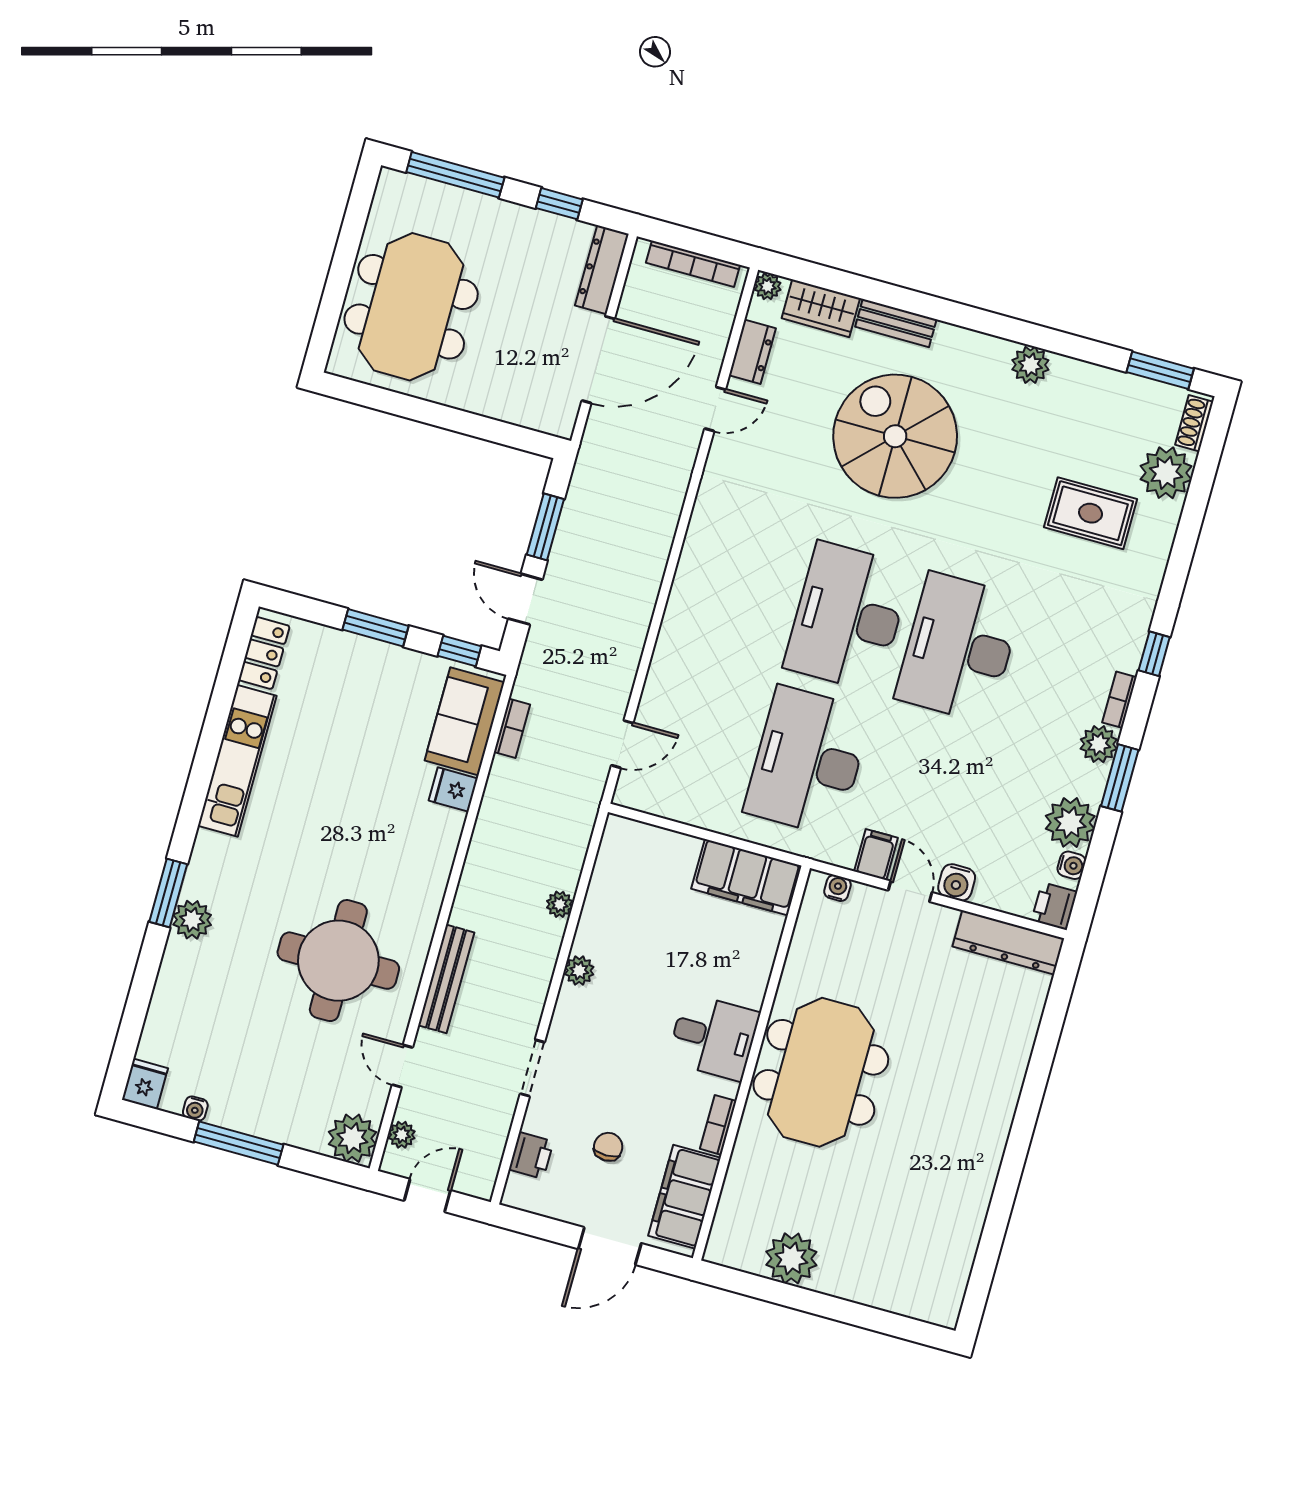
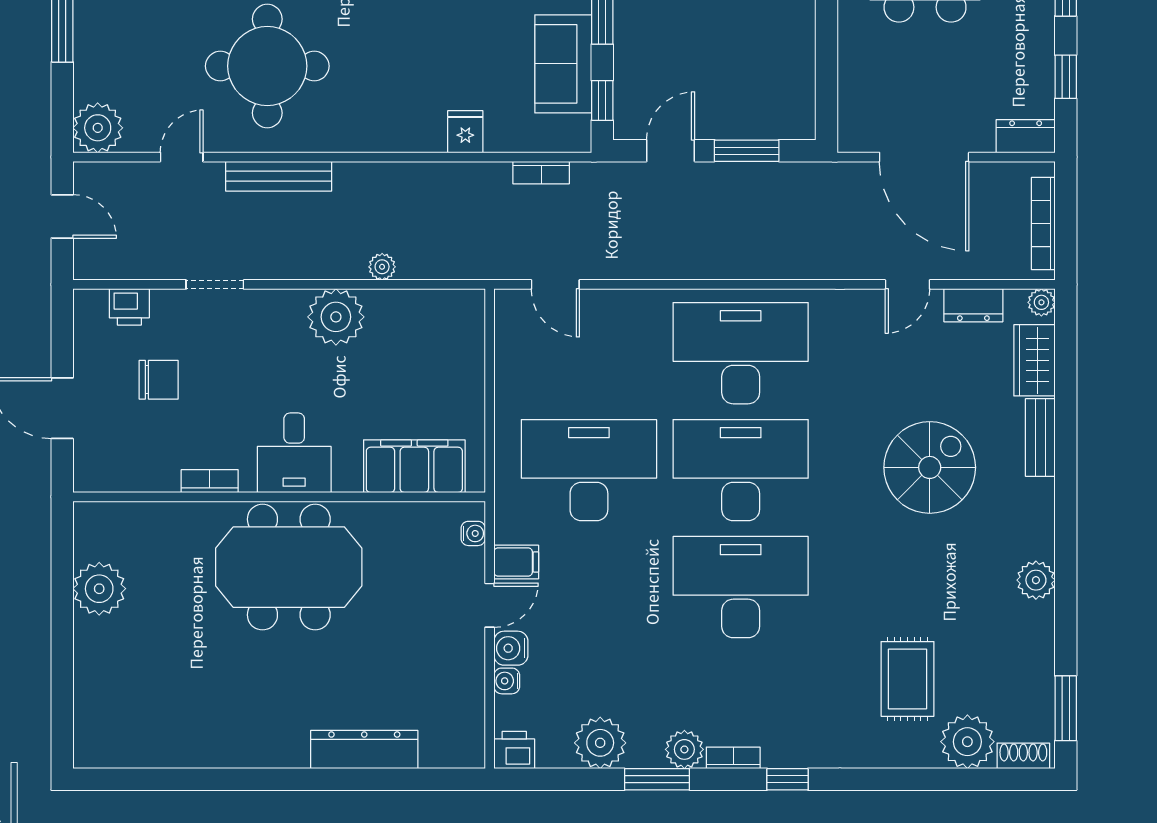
dresser: (602, 270) -> (1026, 136), width x0.70
door: (715, 409) -> (907, 284), hinge flipped
spiral stairs: (895, 436) -> (930, 467), width x0.73, depth x0.73
desk: (737, 586) -> (741, 353), added
sofa: (465, 721) -> (563, 64), moved, turned -90
water cooler: (1071, 865) -> (507, 681), moved, turned 90
filing cabinet: (746, 877) -> (414, 466), moved, turned 90
dresser: (1008, 942) -> (364, 749), moved, turned 90
plant: (579, 971) -> (336, 317), width x1.88, depth x1.88
plant: (402, 1135) -> (114, 175), removed
chair: (608, 1147) -> (159, 380), width x1.37, depth x1.37
filing cabinet: (684, 1197) -> (130, 468), removed

